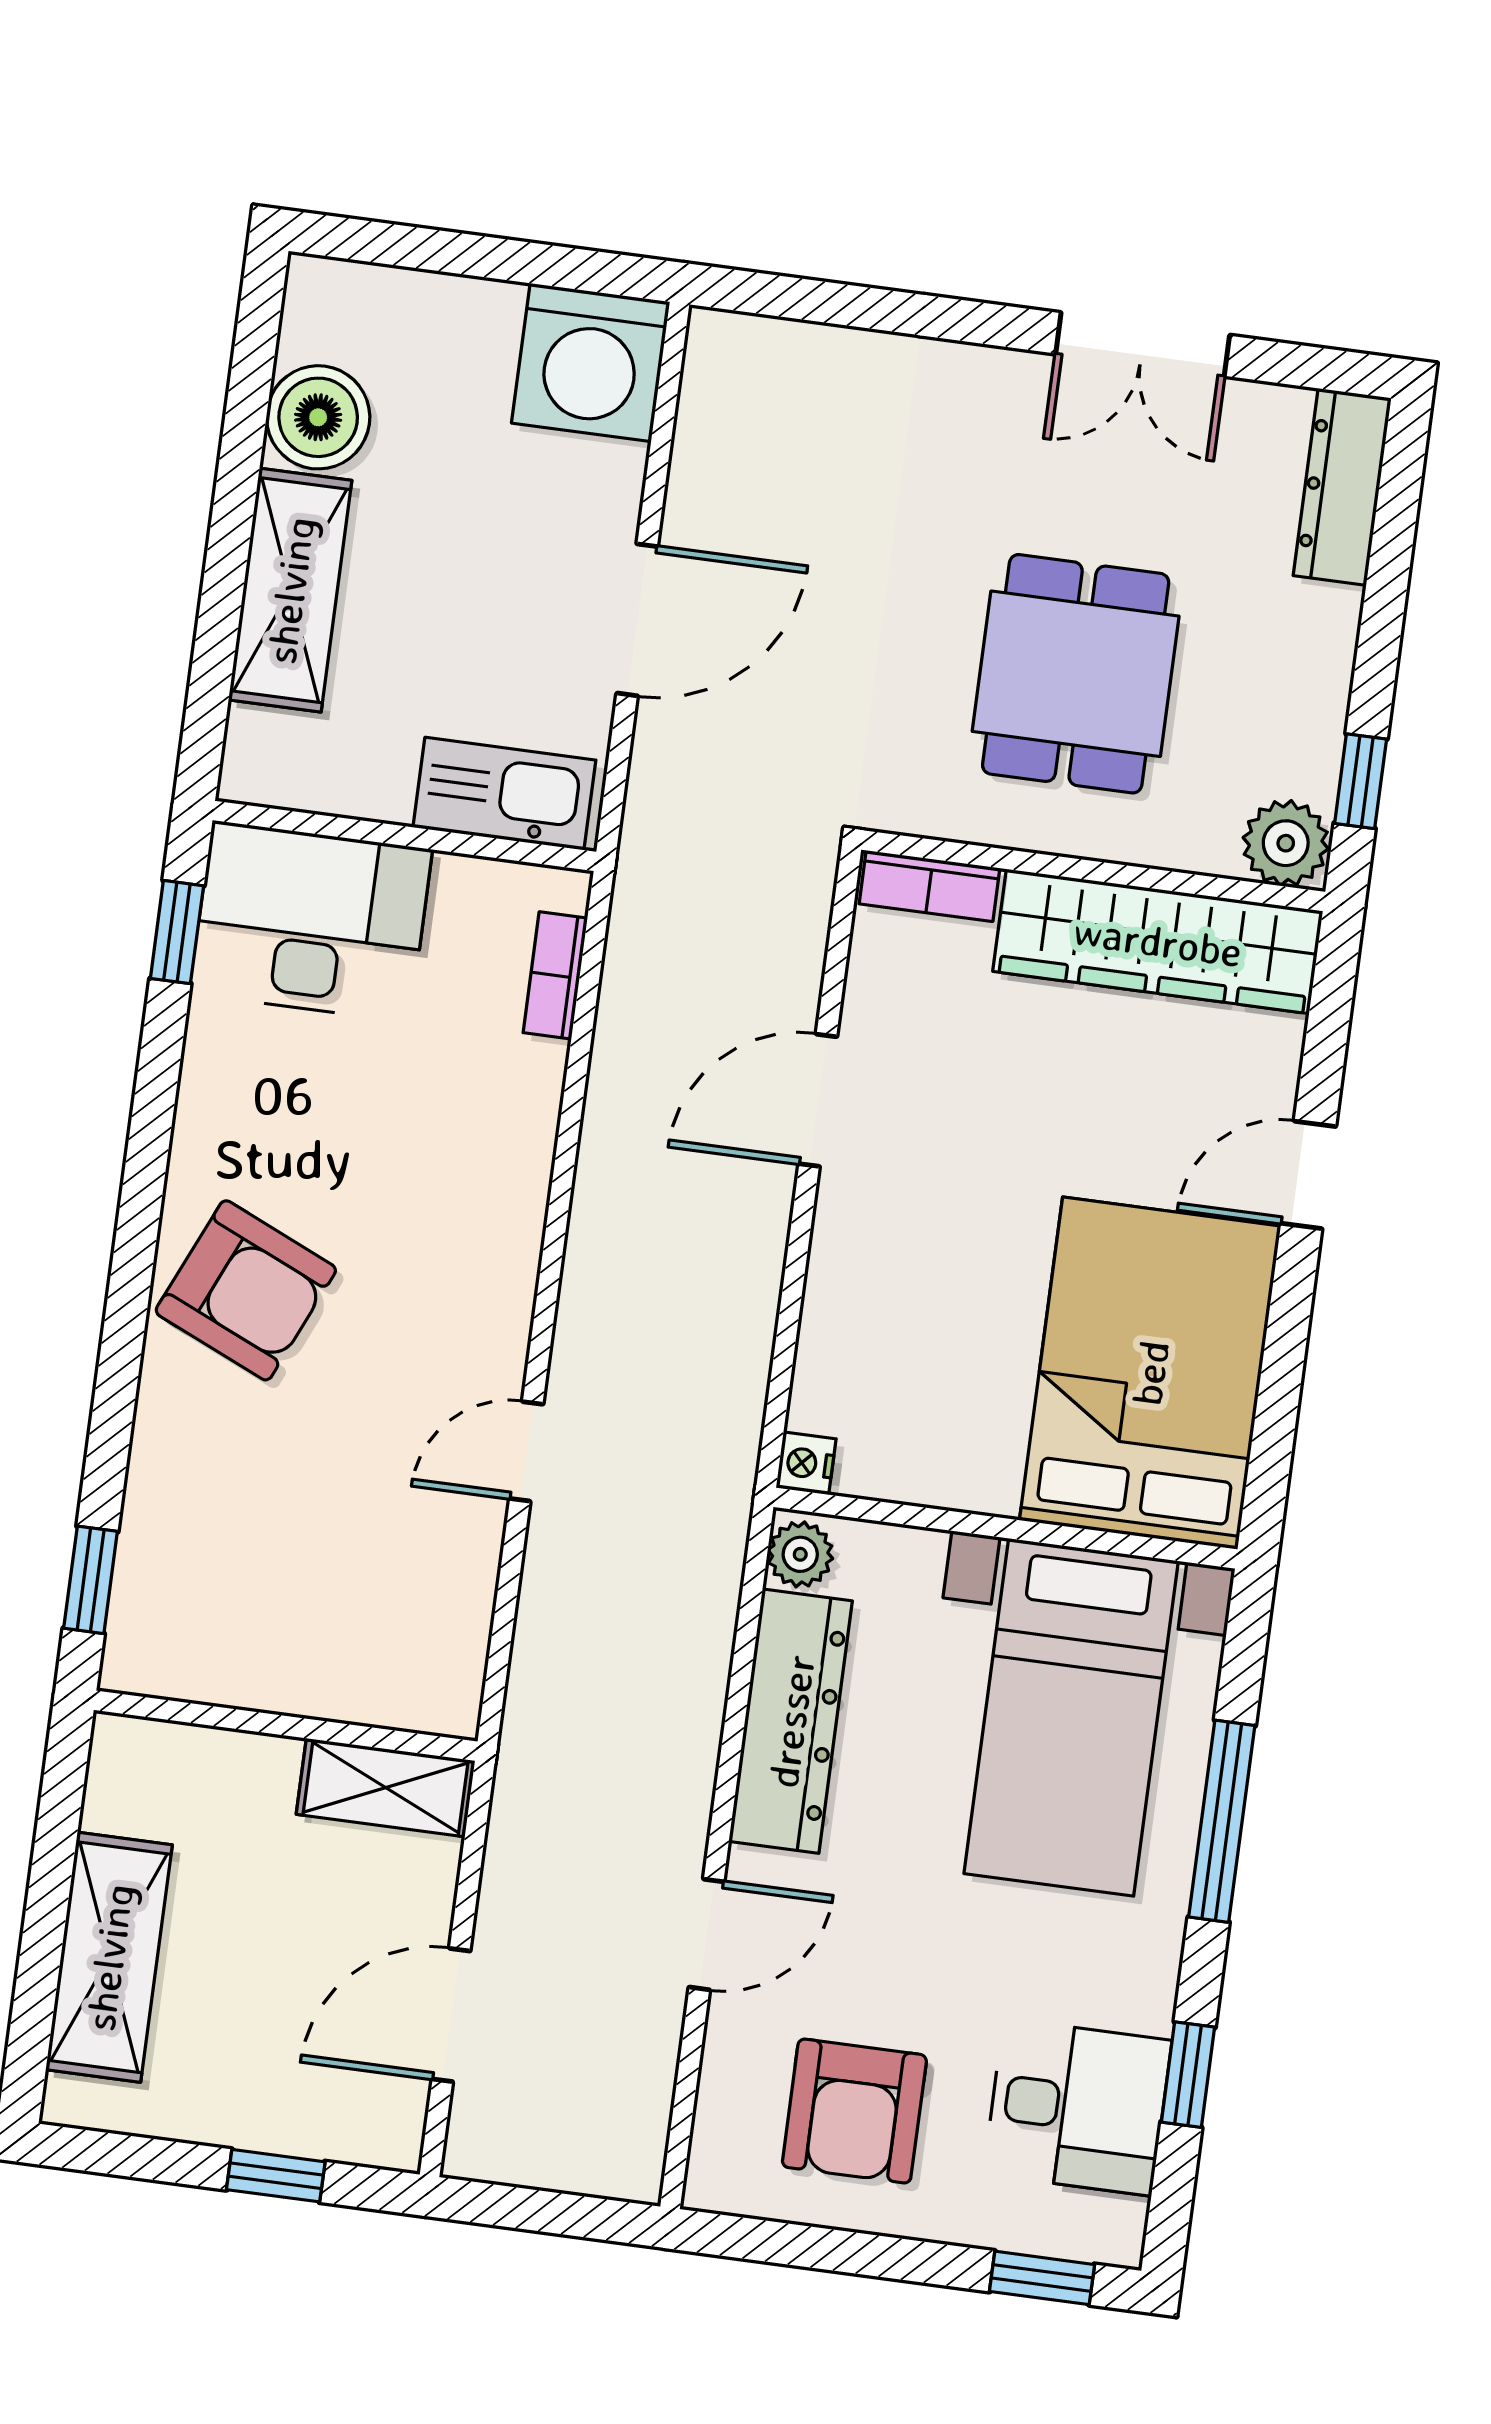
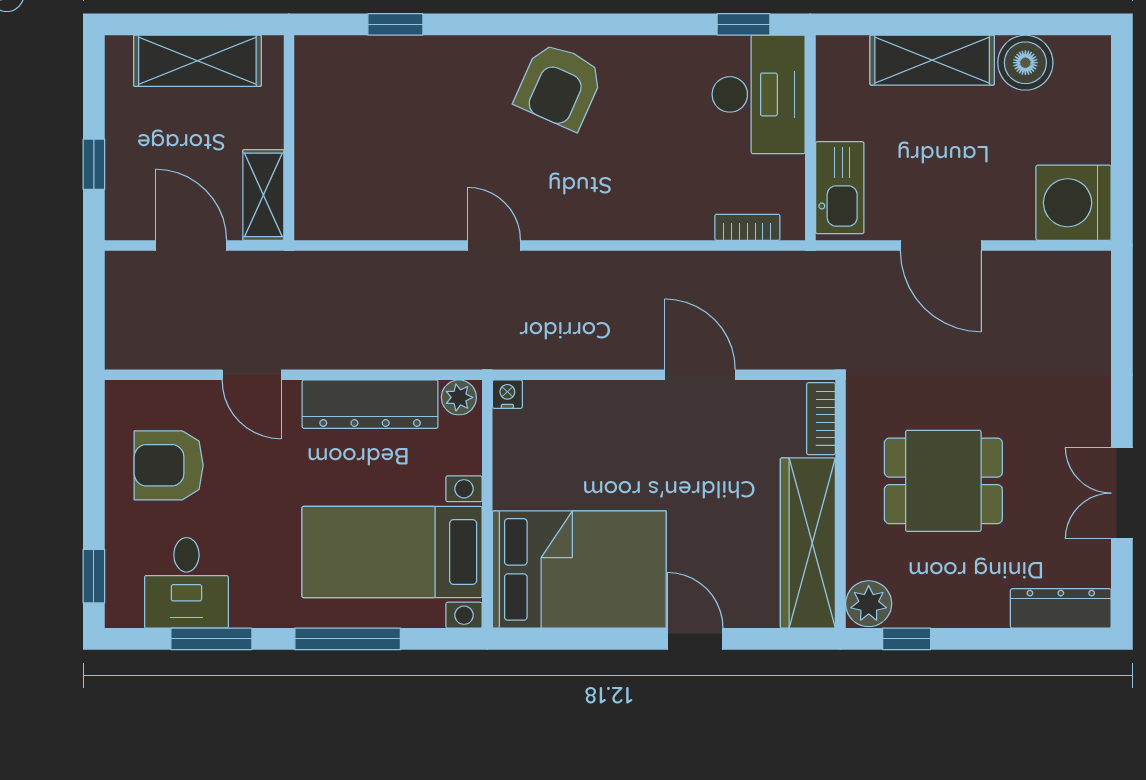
wall: (286, 1726) -> (289, 138), moved
shelving: (386, 1788) -> (263, 195), moved
window: (1188, 2075) -> (211, 639), width x1.50

